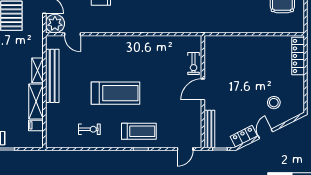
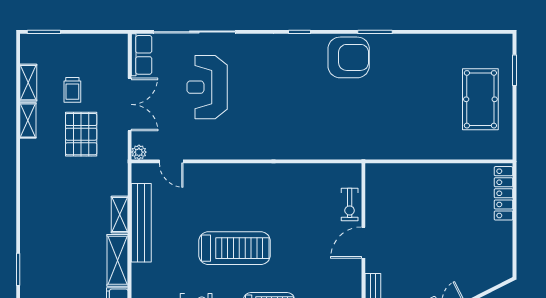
plant: (55, 24) -> (139, 152), width x0.53, depth x0.53
stool: (274, 103) -> (468, 262), removed

